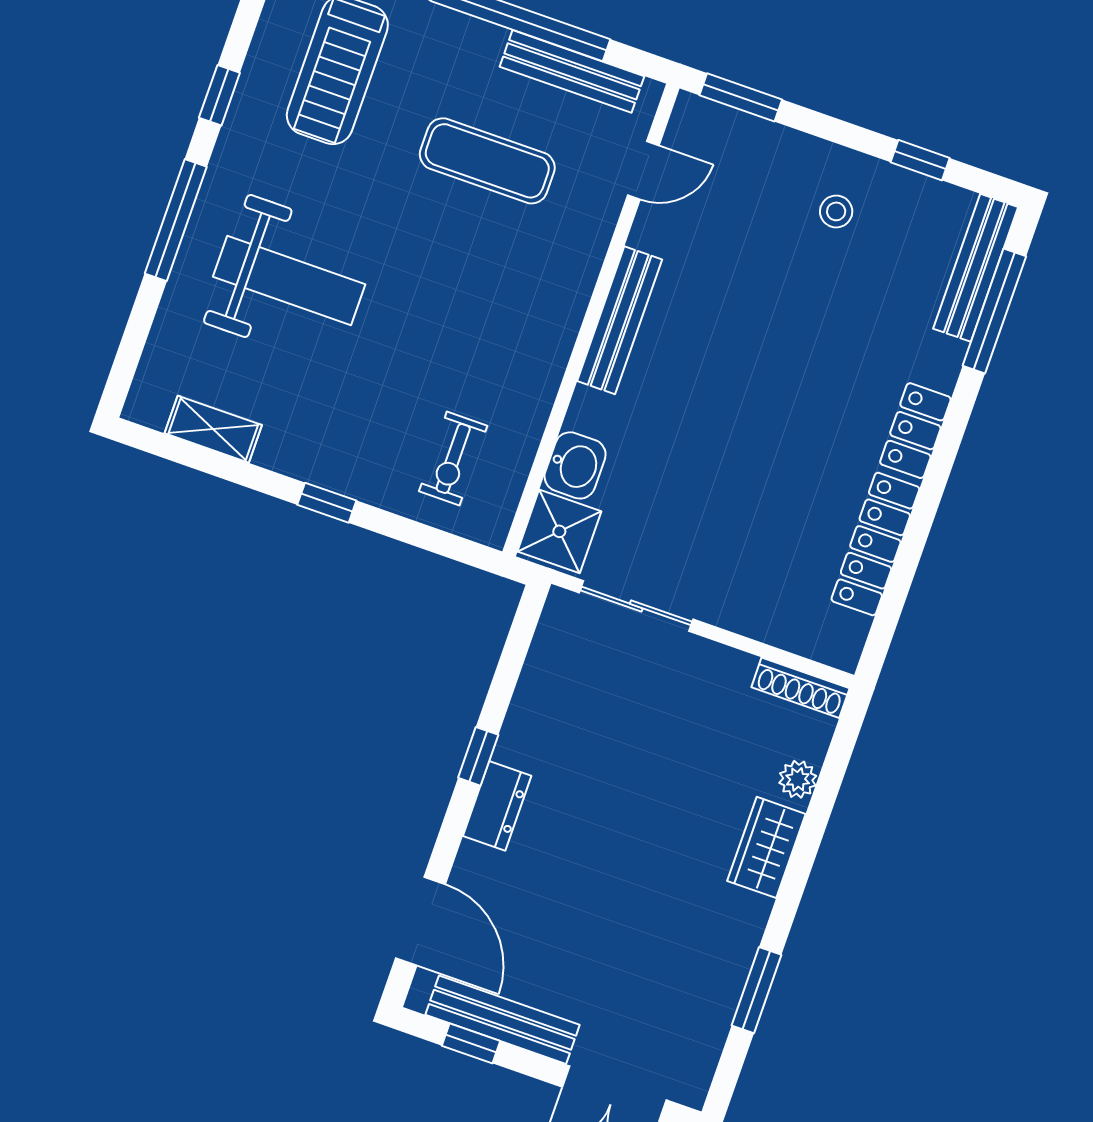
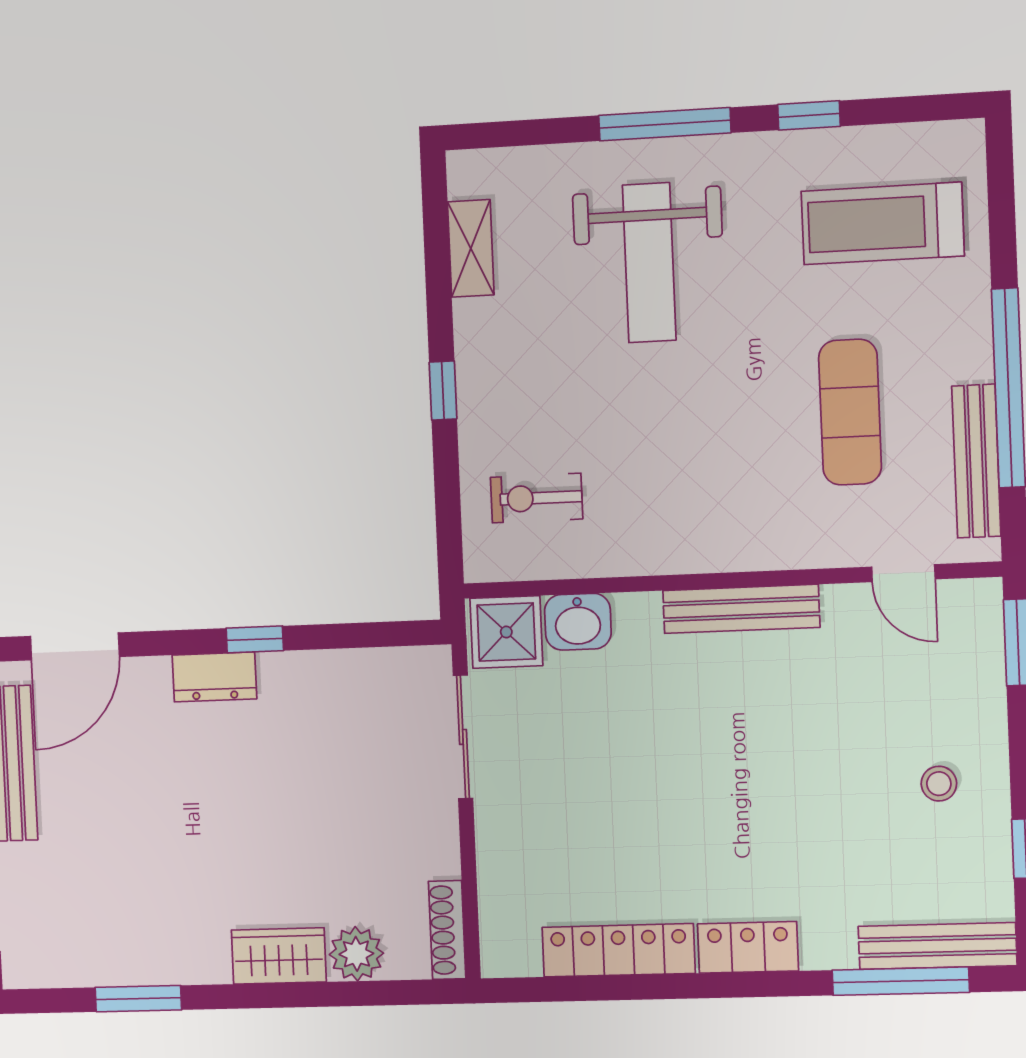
plant: (798, 779) -> (356, 954), width x1.38, depth x1.38

